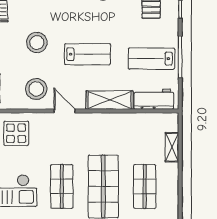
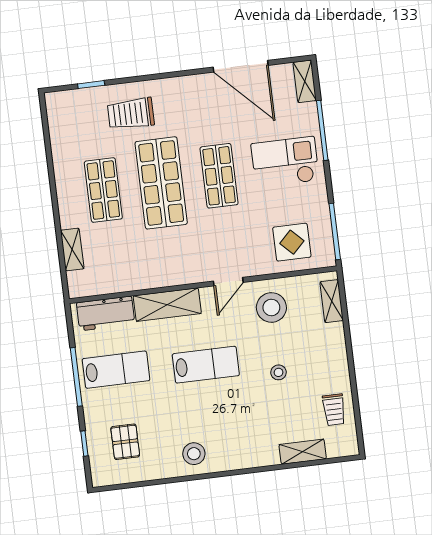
stool: (37, 42) -> (279, 372), width x0.53, depth x0.53
lab bench: (88, 54) -> (206, 365), turned 180
door: (64, 111) -> (228, 282), hinge flipped

